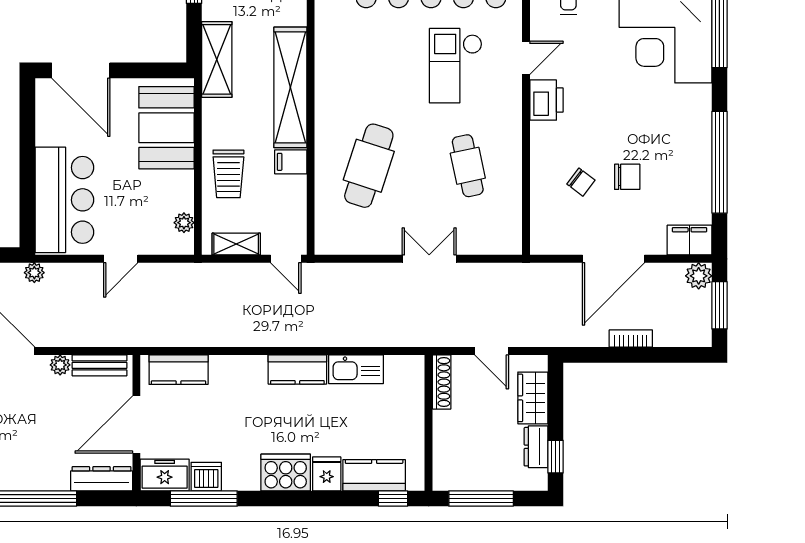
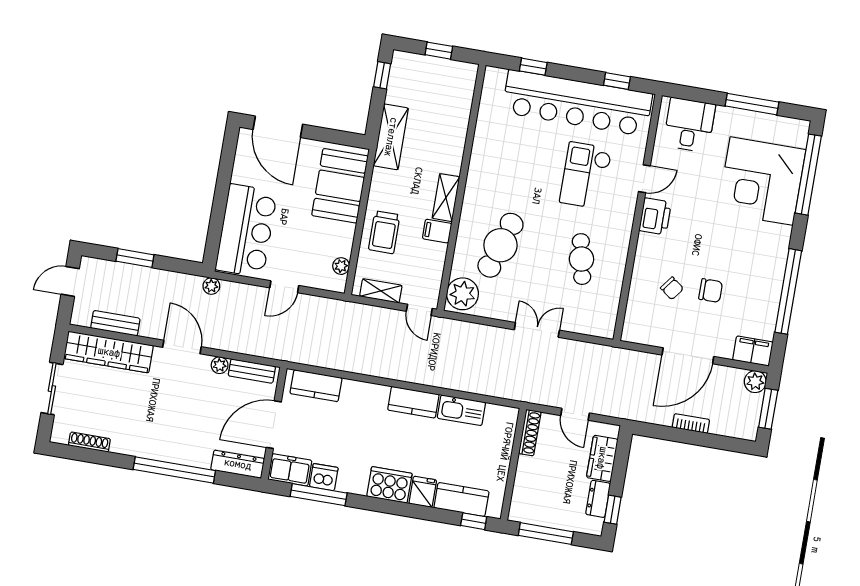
shelving: (290, 87) -> (446, 198), width x0.45, depth x0.75
plant: (334, 231) -> (463, 294), added

